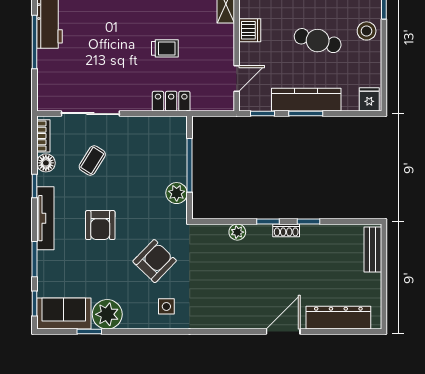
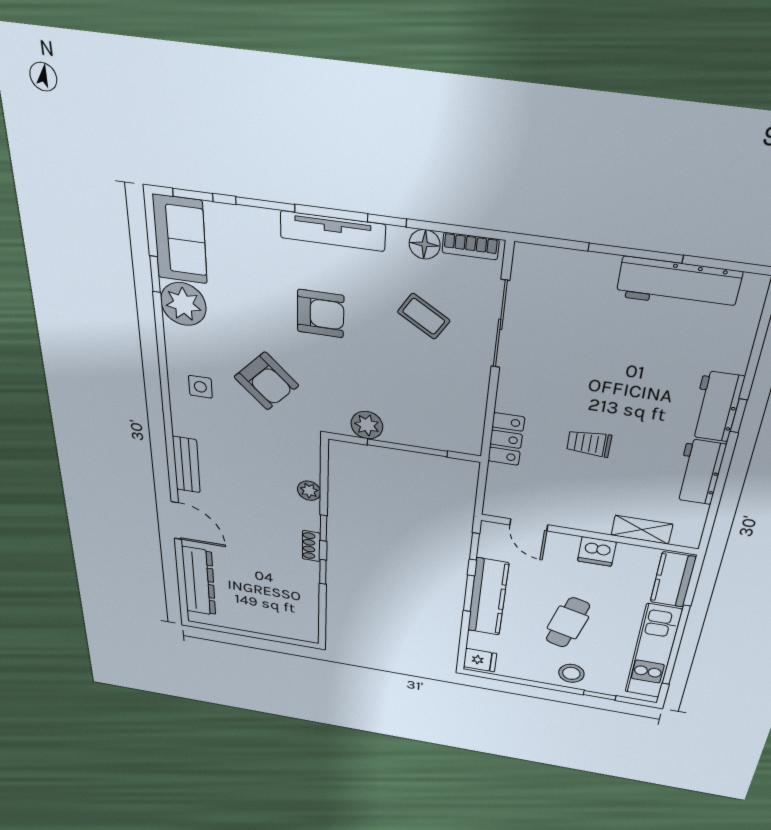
trolley: (165, 48) -> (589, 443), turned 90
armchair: (100, 225) -> (321, 314), turned 180
bench: (373, 250) -> (186, 465), moved, turned 90

